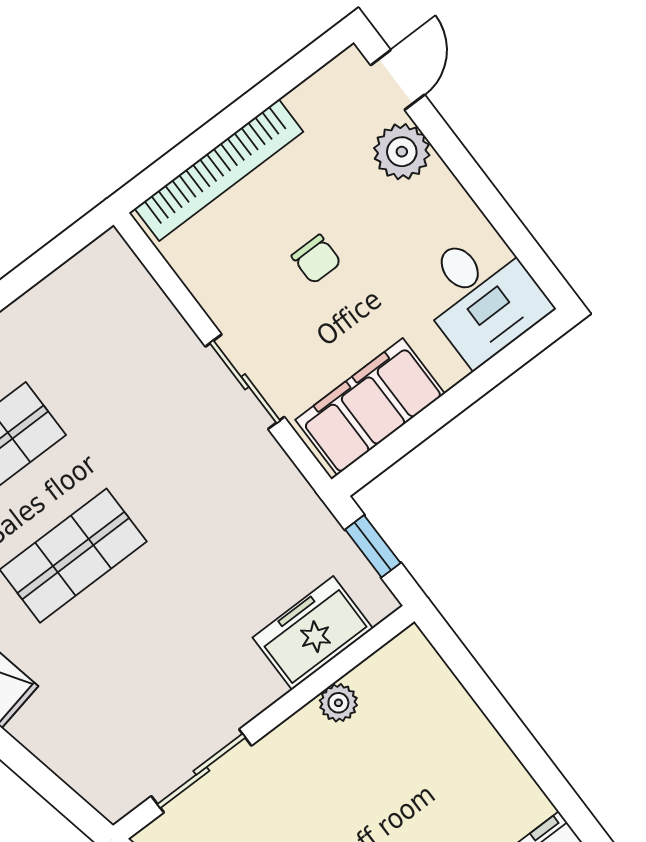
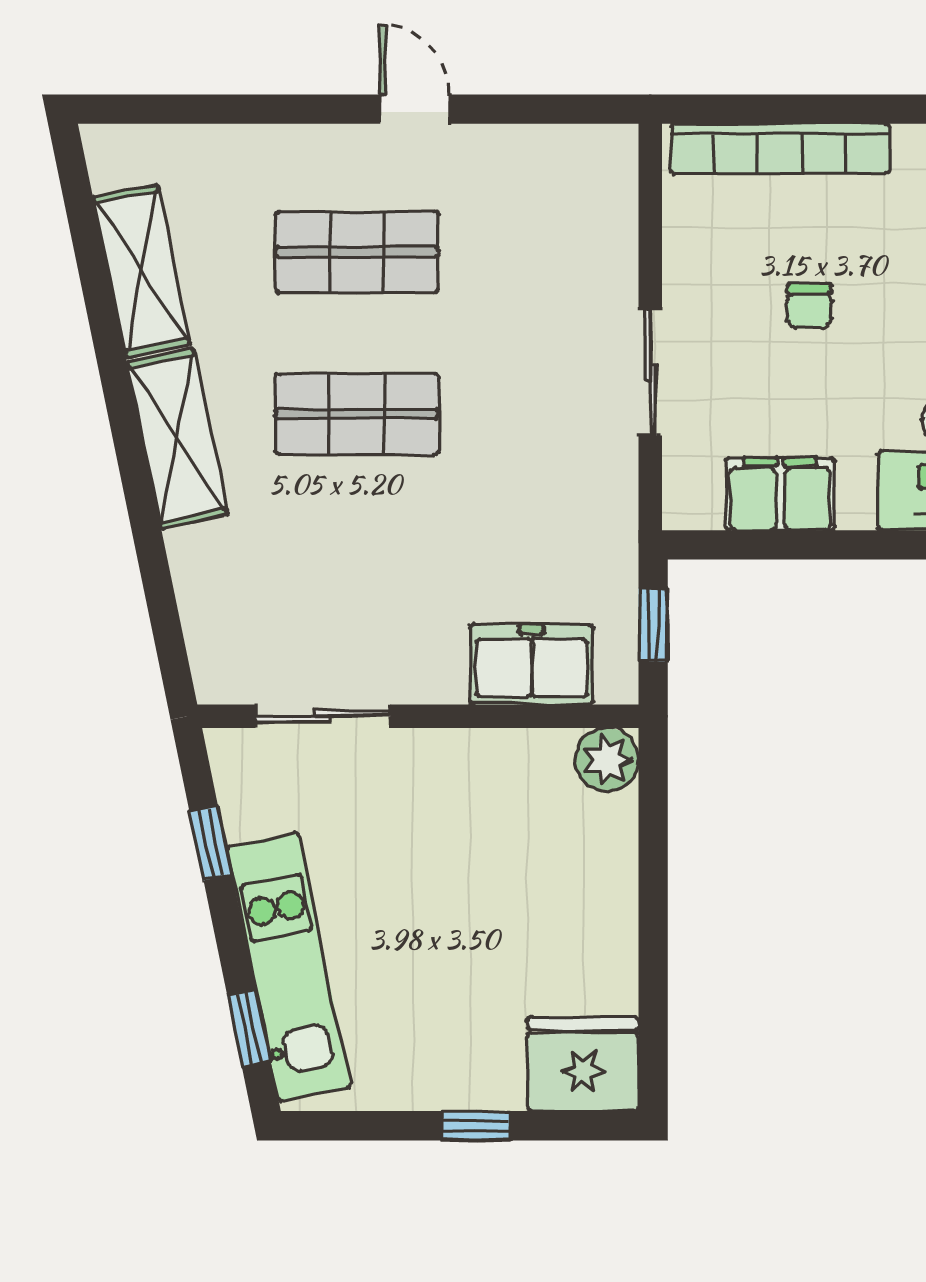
filing cabinet: (370, 407) -> (780, 494), width x0.67, depth x0.86
plant: (338, 703) -> (607, 760), moved, width x1.38, depth x1.38

